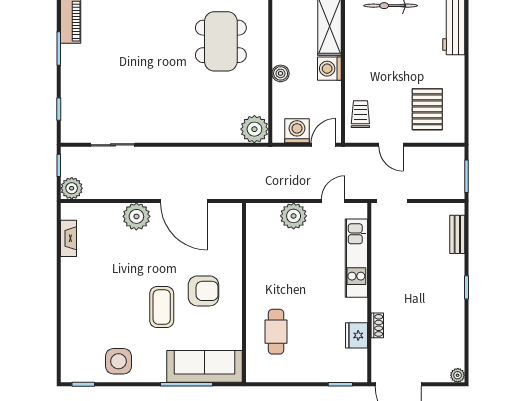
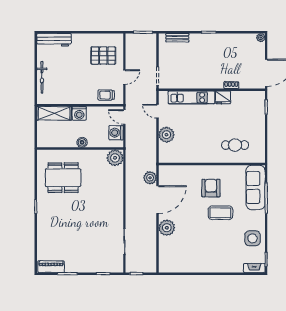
plant: (72, 188) -> (150, 178), moved
fireplace: (69, 238) -> (254, 268), moved
fridge: (356, 335) -> (223, 97), moved

